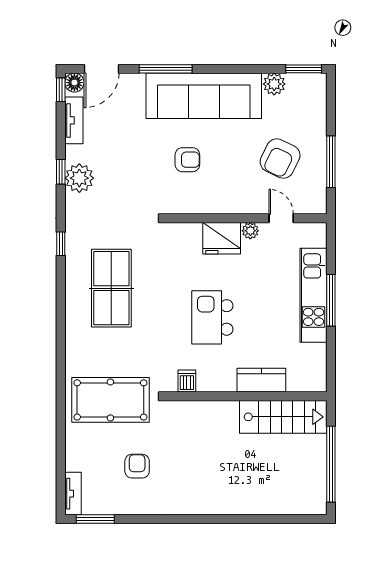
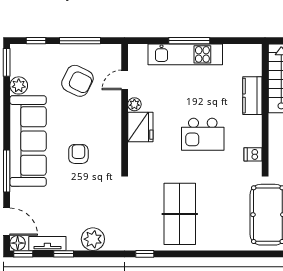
window: (331, 106) -> (36, 41), added
window: (61, 172) -> (64, 254), moved
table tennis table: (111, 288) -> (180, 214), turned 90

